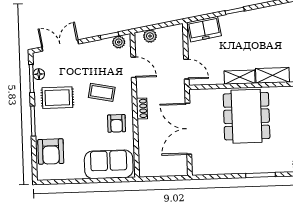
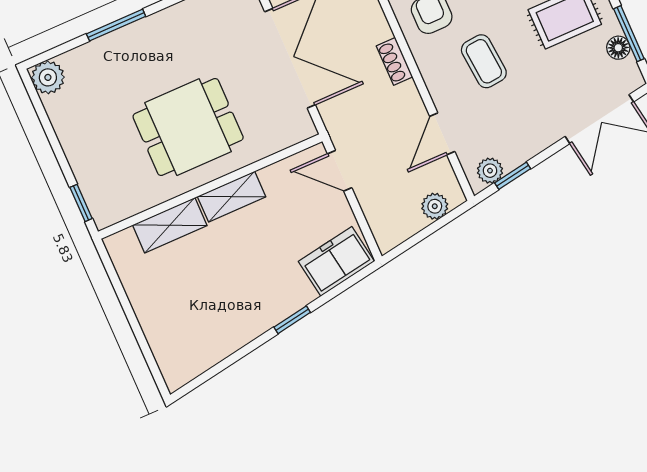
door: (134, 67) -> (442, 134), hinge flipped
coffee table: (102, 92) -> (484, 61), turned 74
dining table: (247, 116) -> (188, 127), width x0.73

